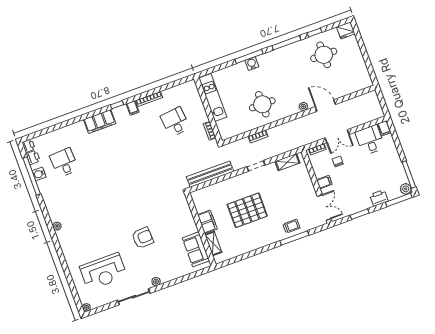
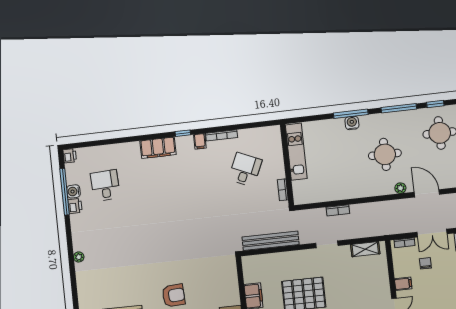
round table: (262, 104) -> (385, 154), moved
desk: (175, 122) -> (245, 170), turned 30
printer: (33, 157) -> (75, 206), moved

